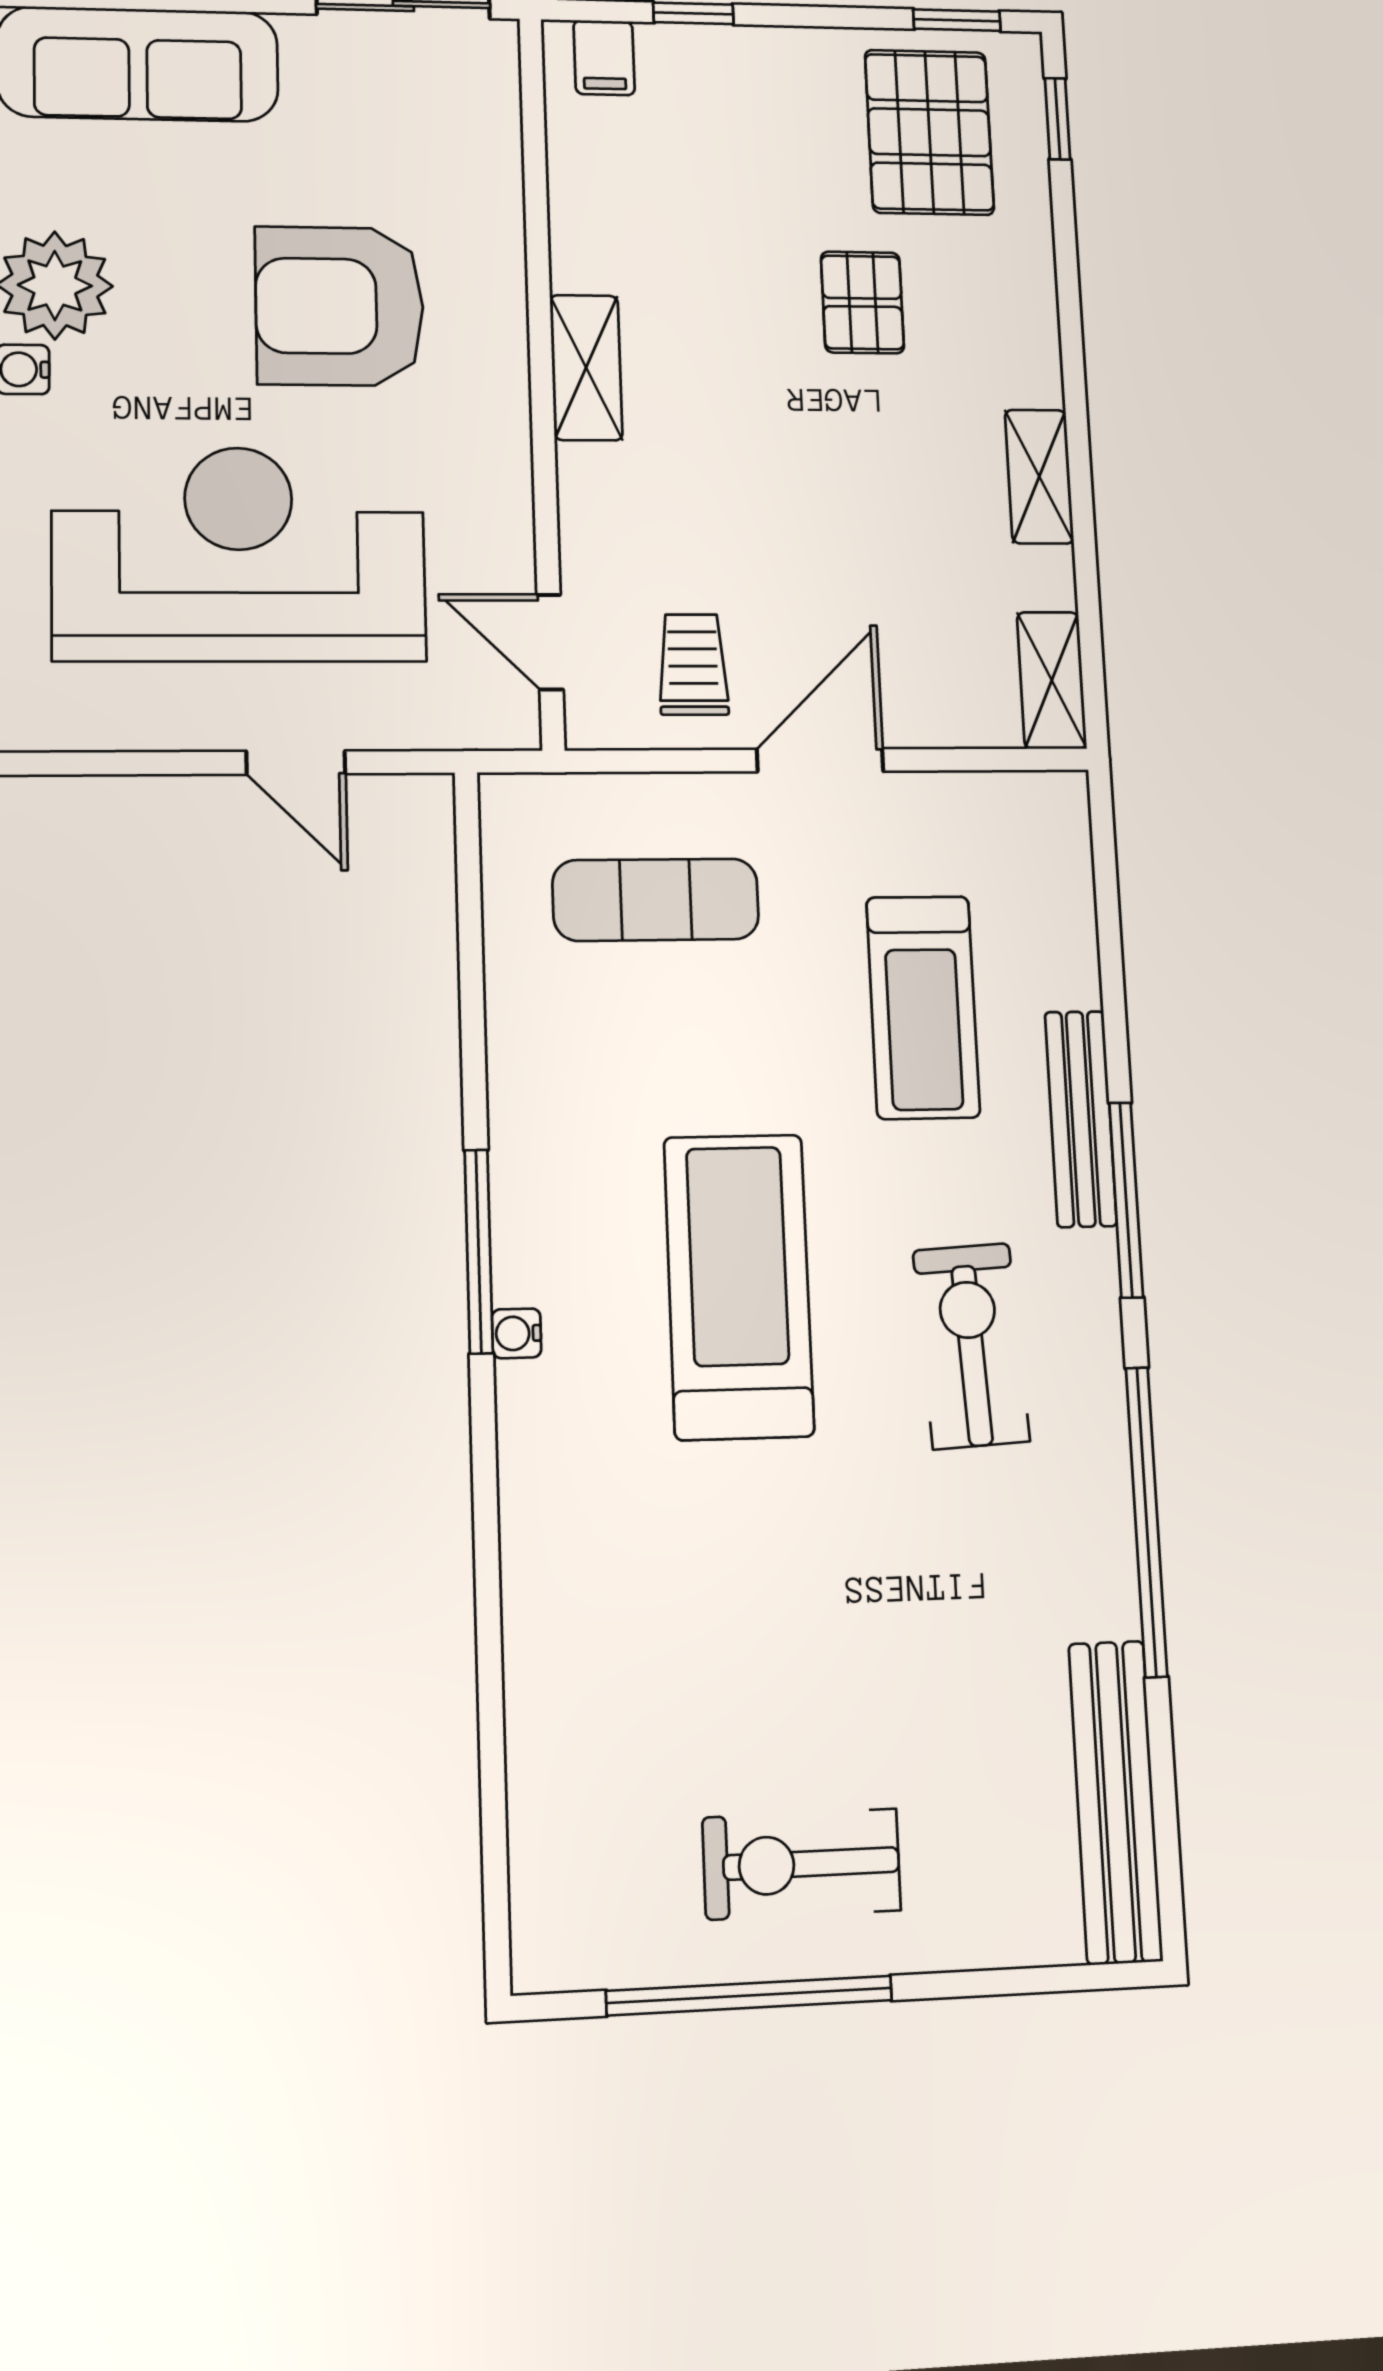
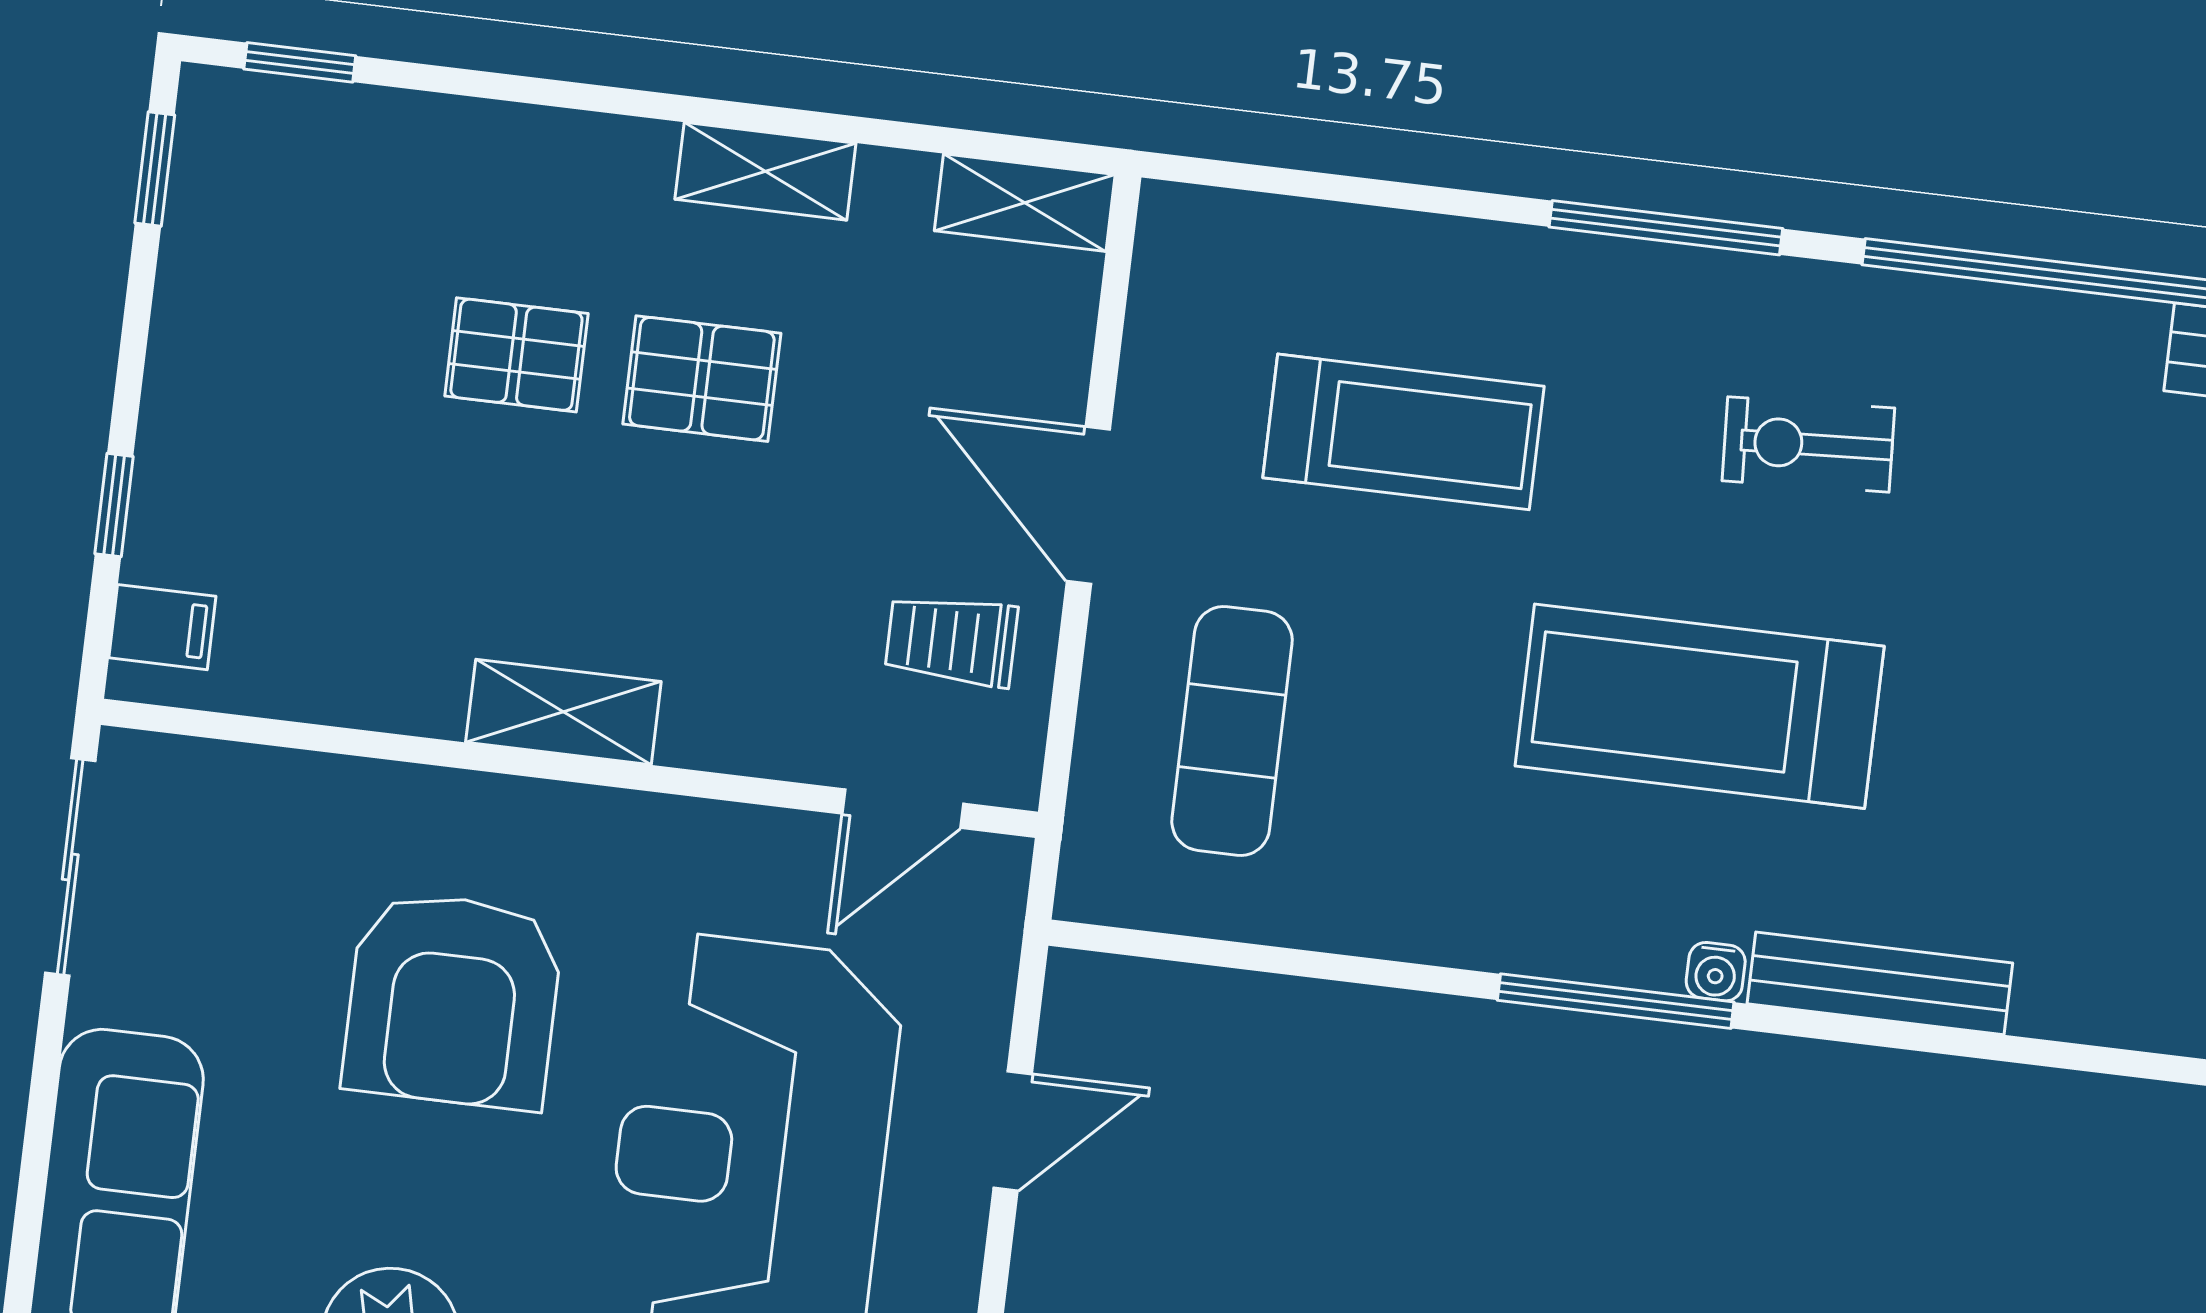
pallet: (929, 132) -> (702, 379), moved, width x0.67, depth x0.71
bench: (1081, 1119) -> (1880, 983), moved
exercise bike: (971, 1346) -> (1808, 444), width x0.73, depth x0.72

